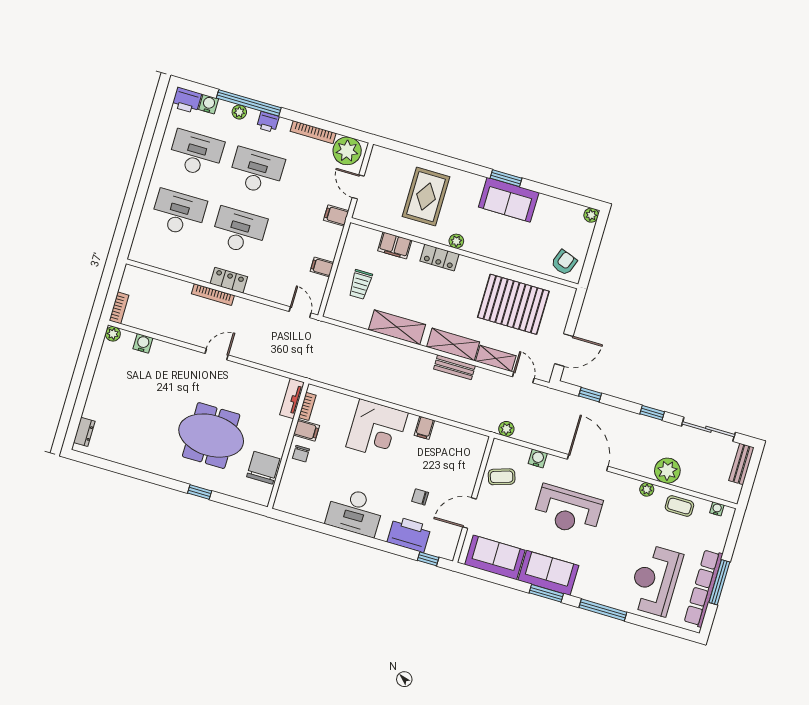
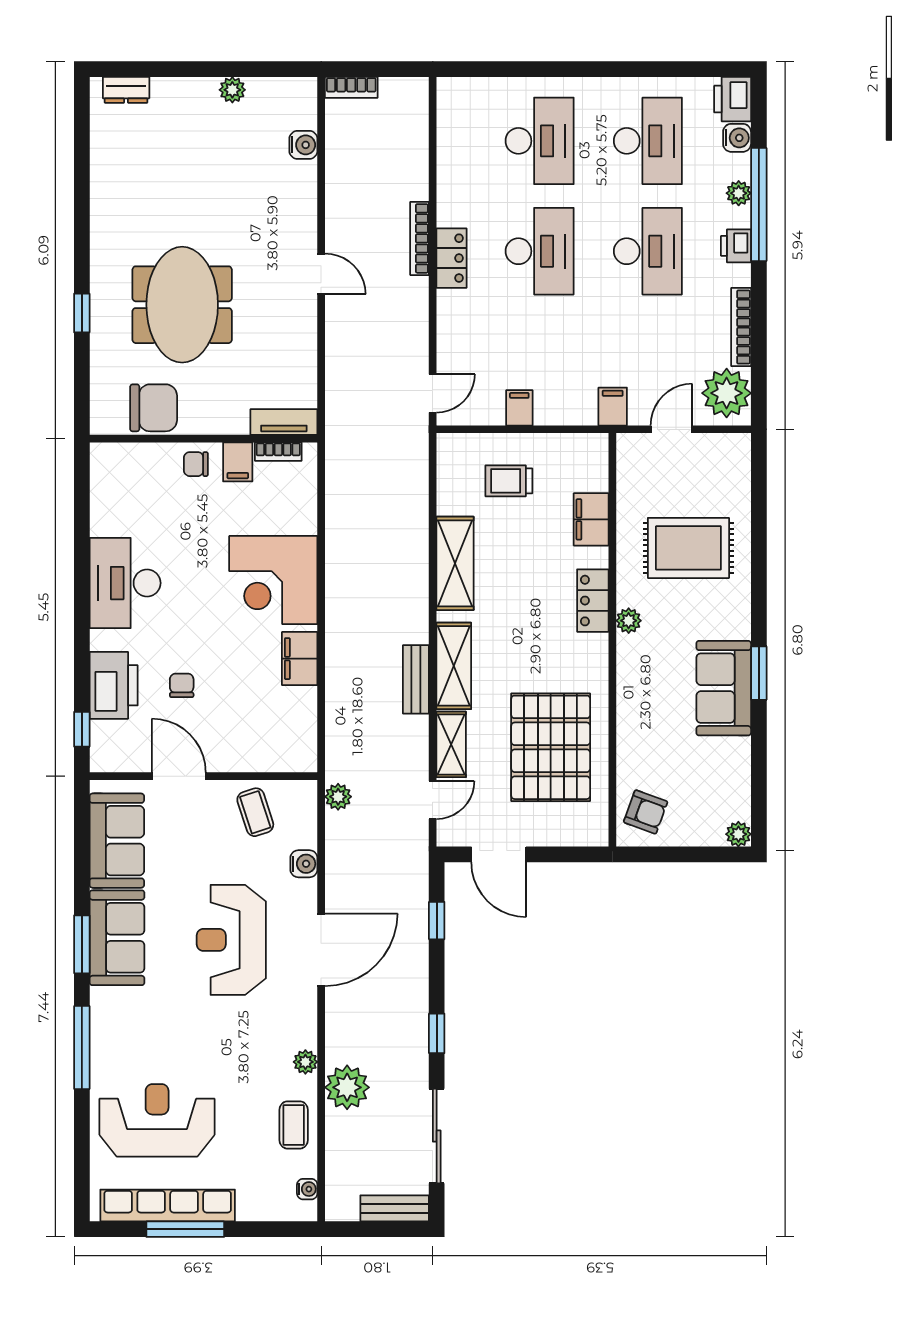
plant: (113, 334) -> (232, 90), moved
filing cabinet: (424, 428) -> (300, 659), width x2.00

